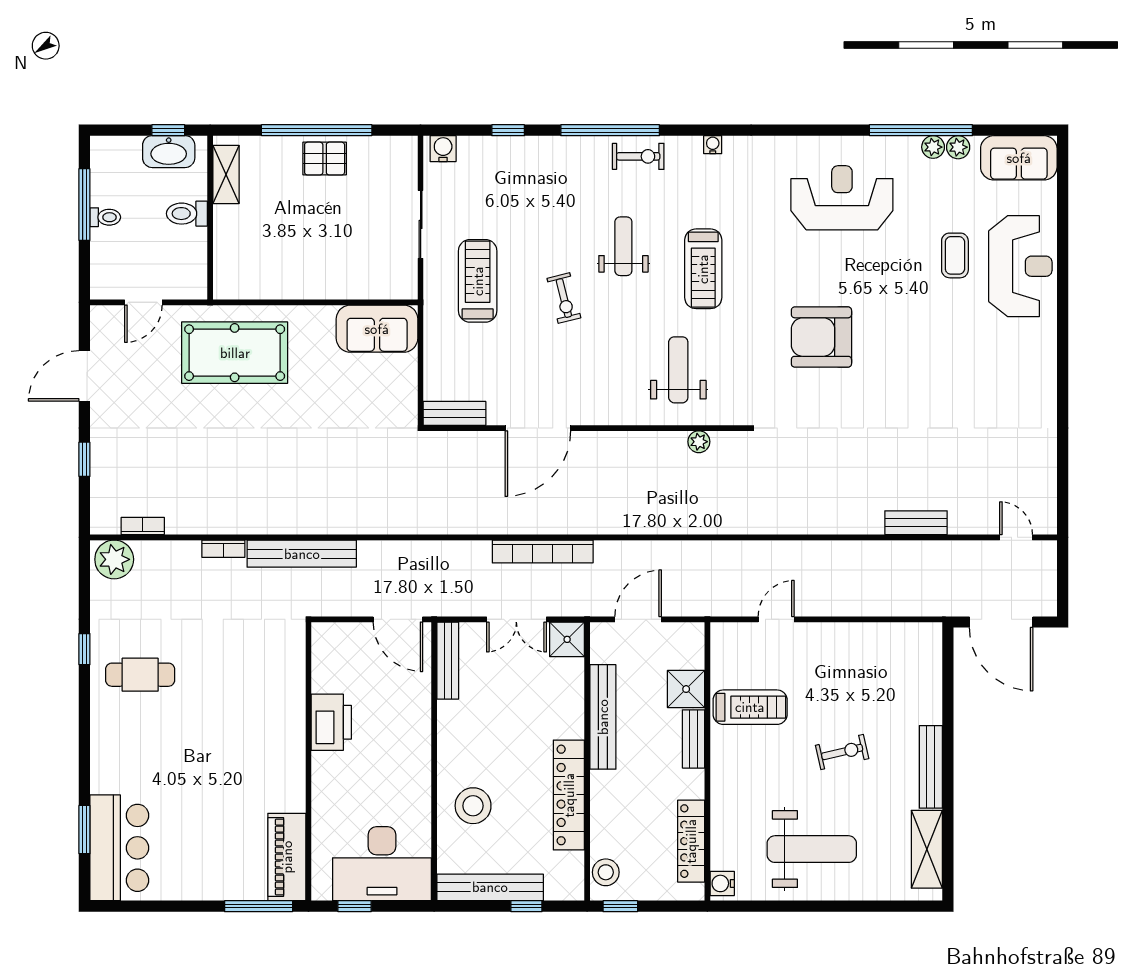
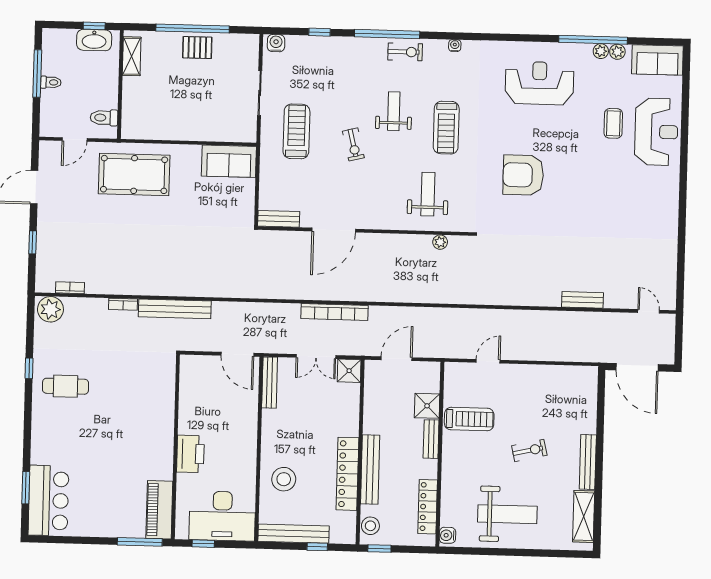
toilet: (187, 214) -> (104, 118), moved
bench: (603, 717) -> (370, 470), moved
printer: (331, 722) -> (190, 454), moved

